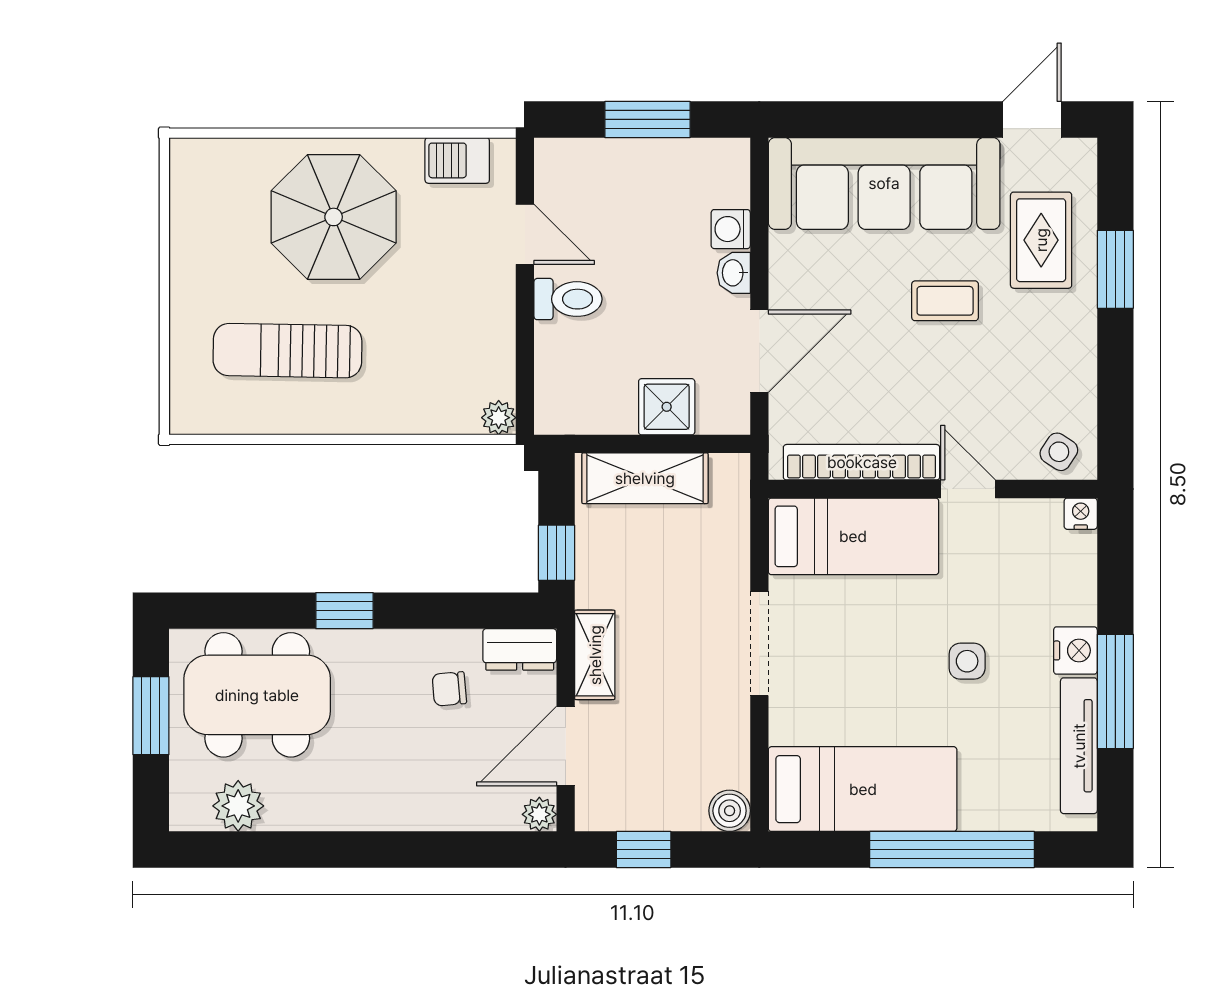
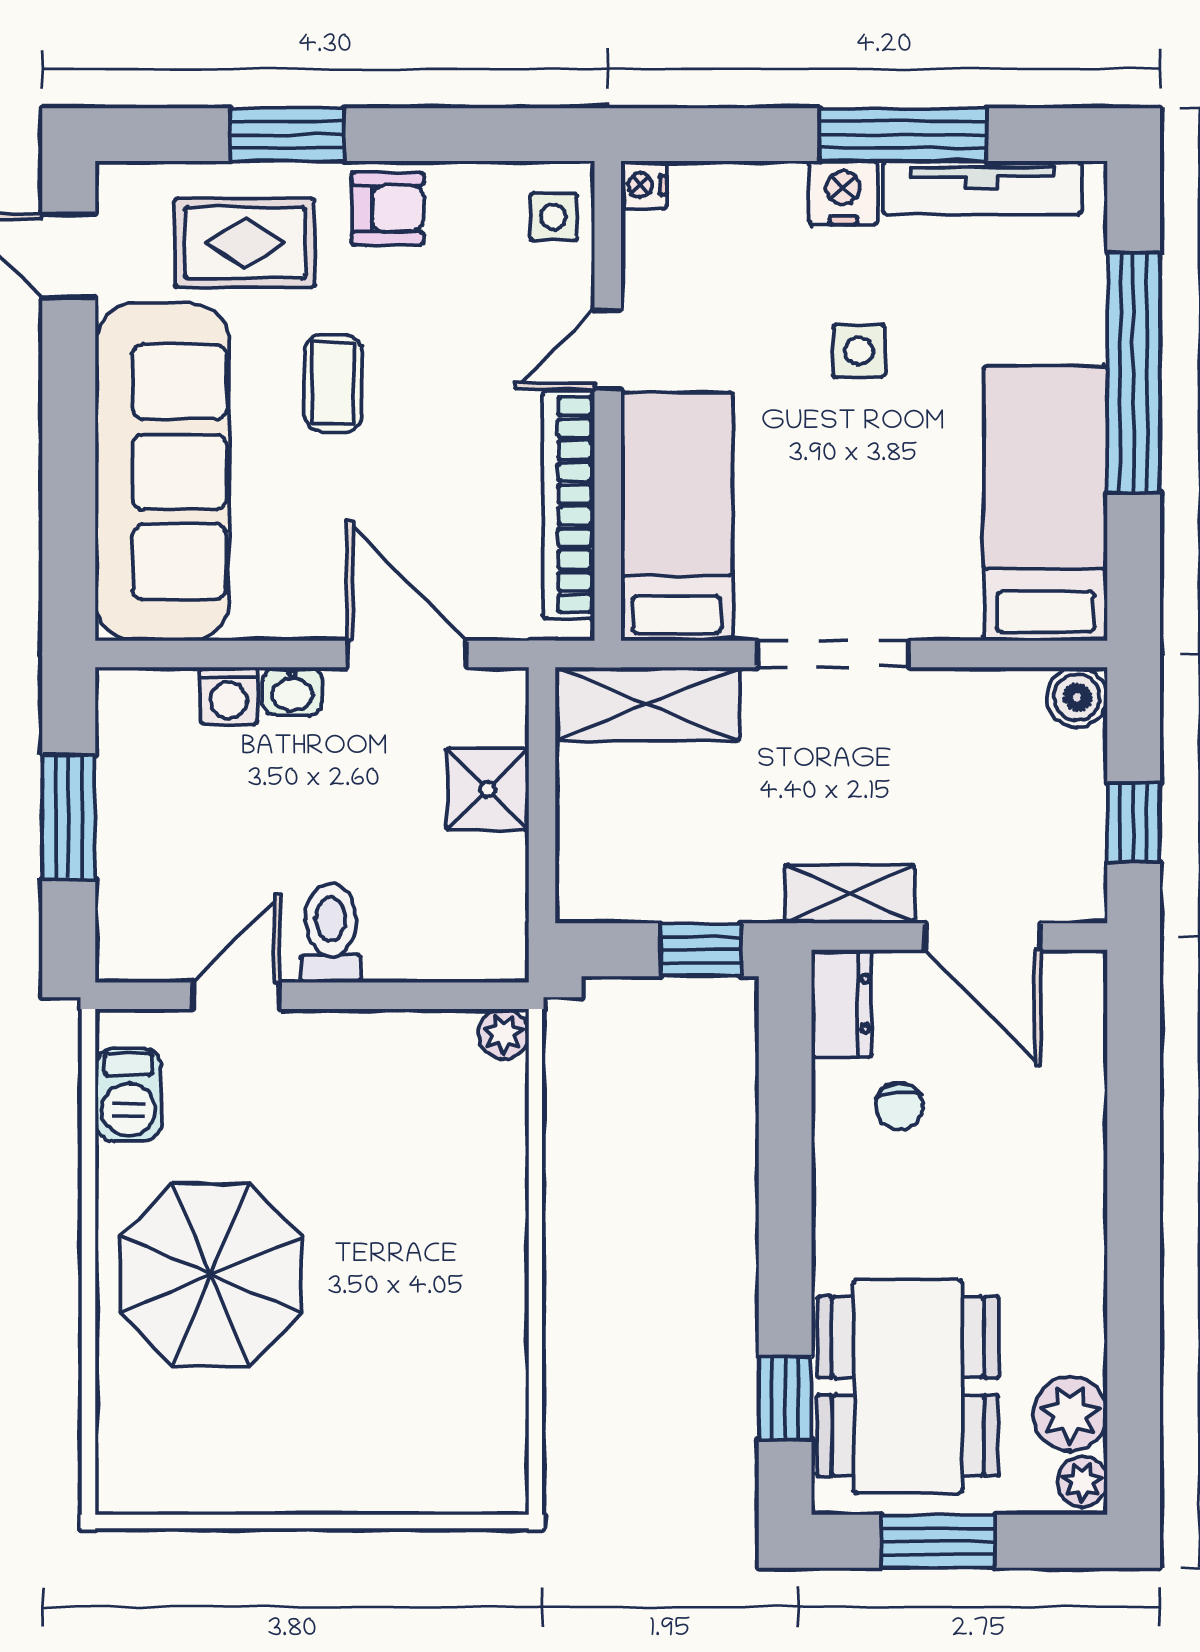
armchair: (1065, 338) -> (388, 208), added
sun lounger: (287, 351) -> (406, 1342), removed
side table: (1059, 452) -> (553, 217), turned -33
shelving: (645, 478) -> (647, 704), moved, turned 90
window: (344, 611) -> (785, 1398), moved
plant: (539, 814) -> (1082, 1482), moved

